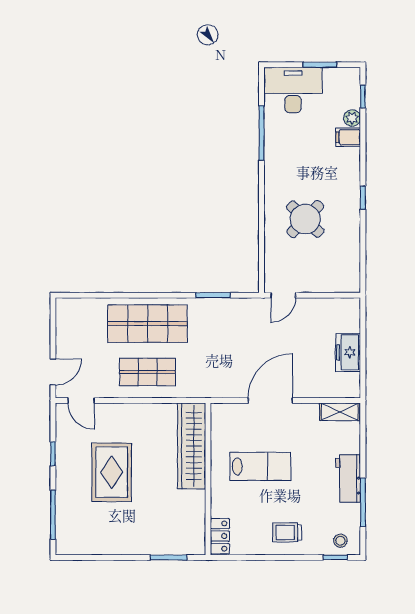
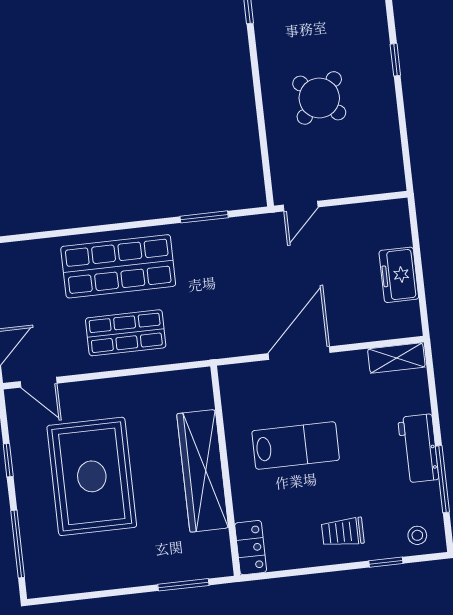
wardrobe: (192, 446) -> (203, 471), moved
rug: (112, 472) -> (92, 476), width x1.37, depth x1.44
window: (335, 557) -> (386, 562), moved

